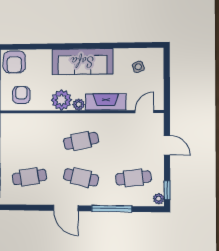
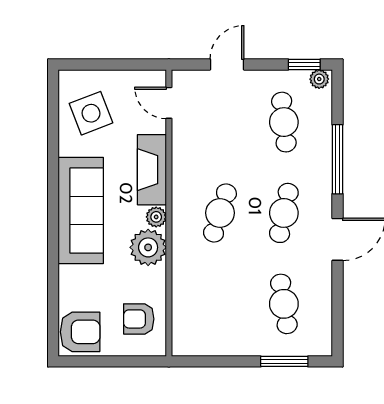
side table: (138, 67) -> (91, 113), width x1.87, depth x1.87
cafe table: (81, 141) -> (220, 213), turned 30

